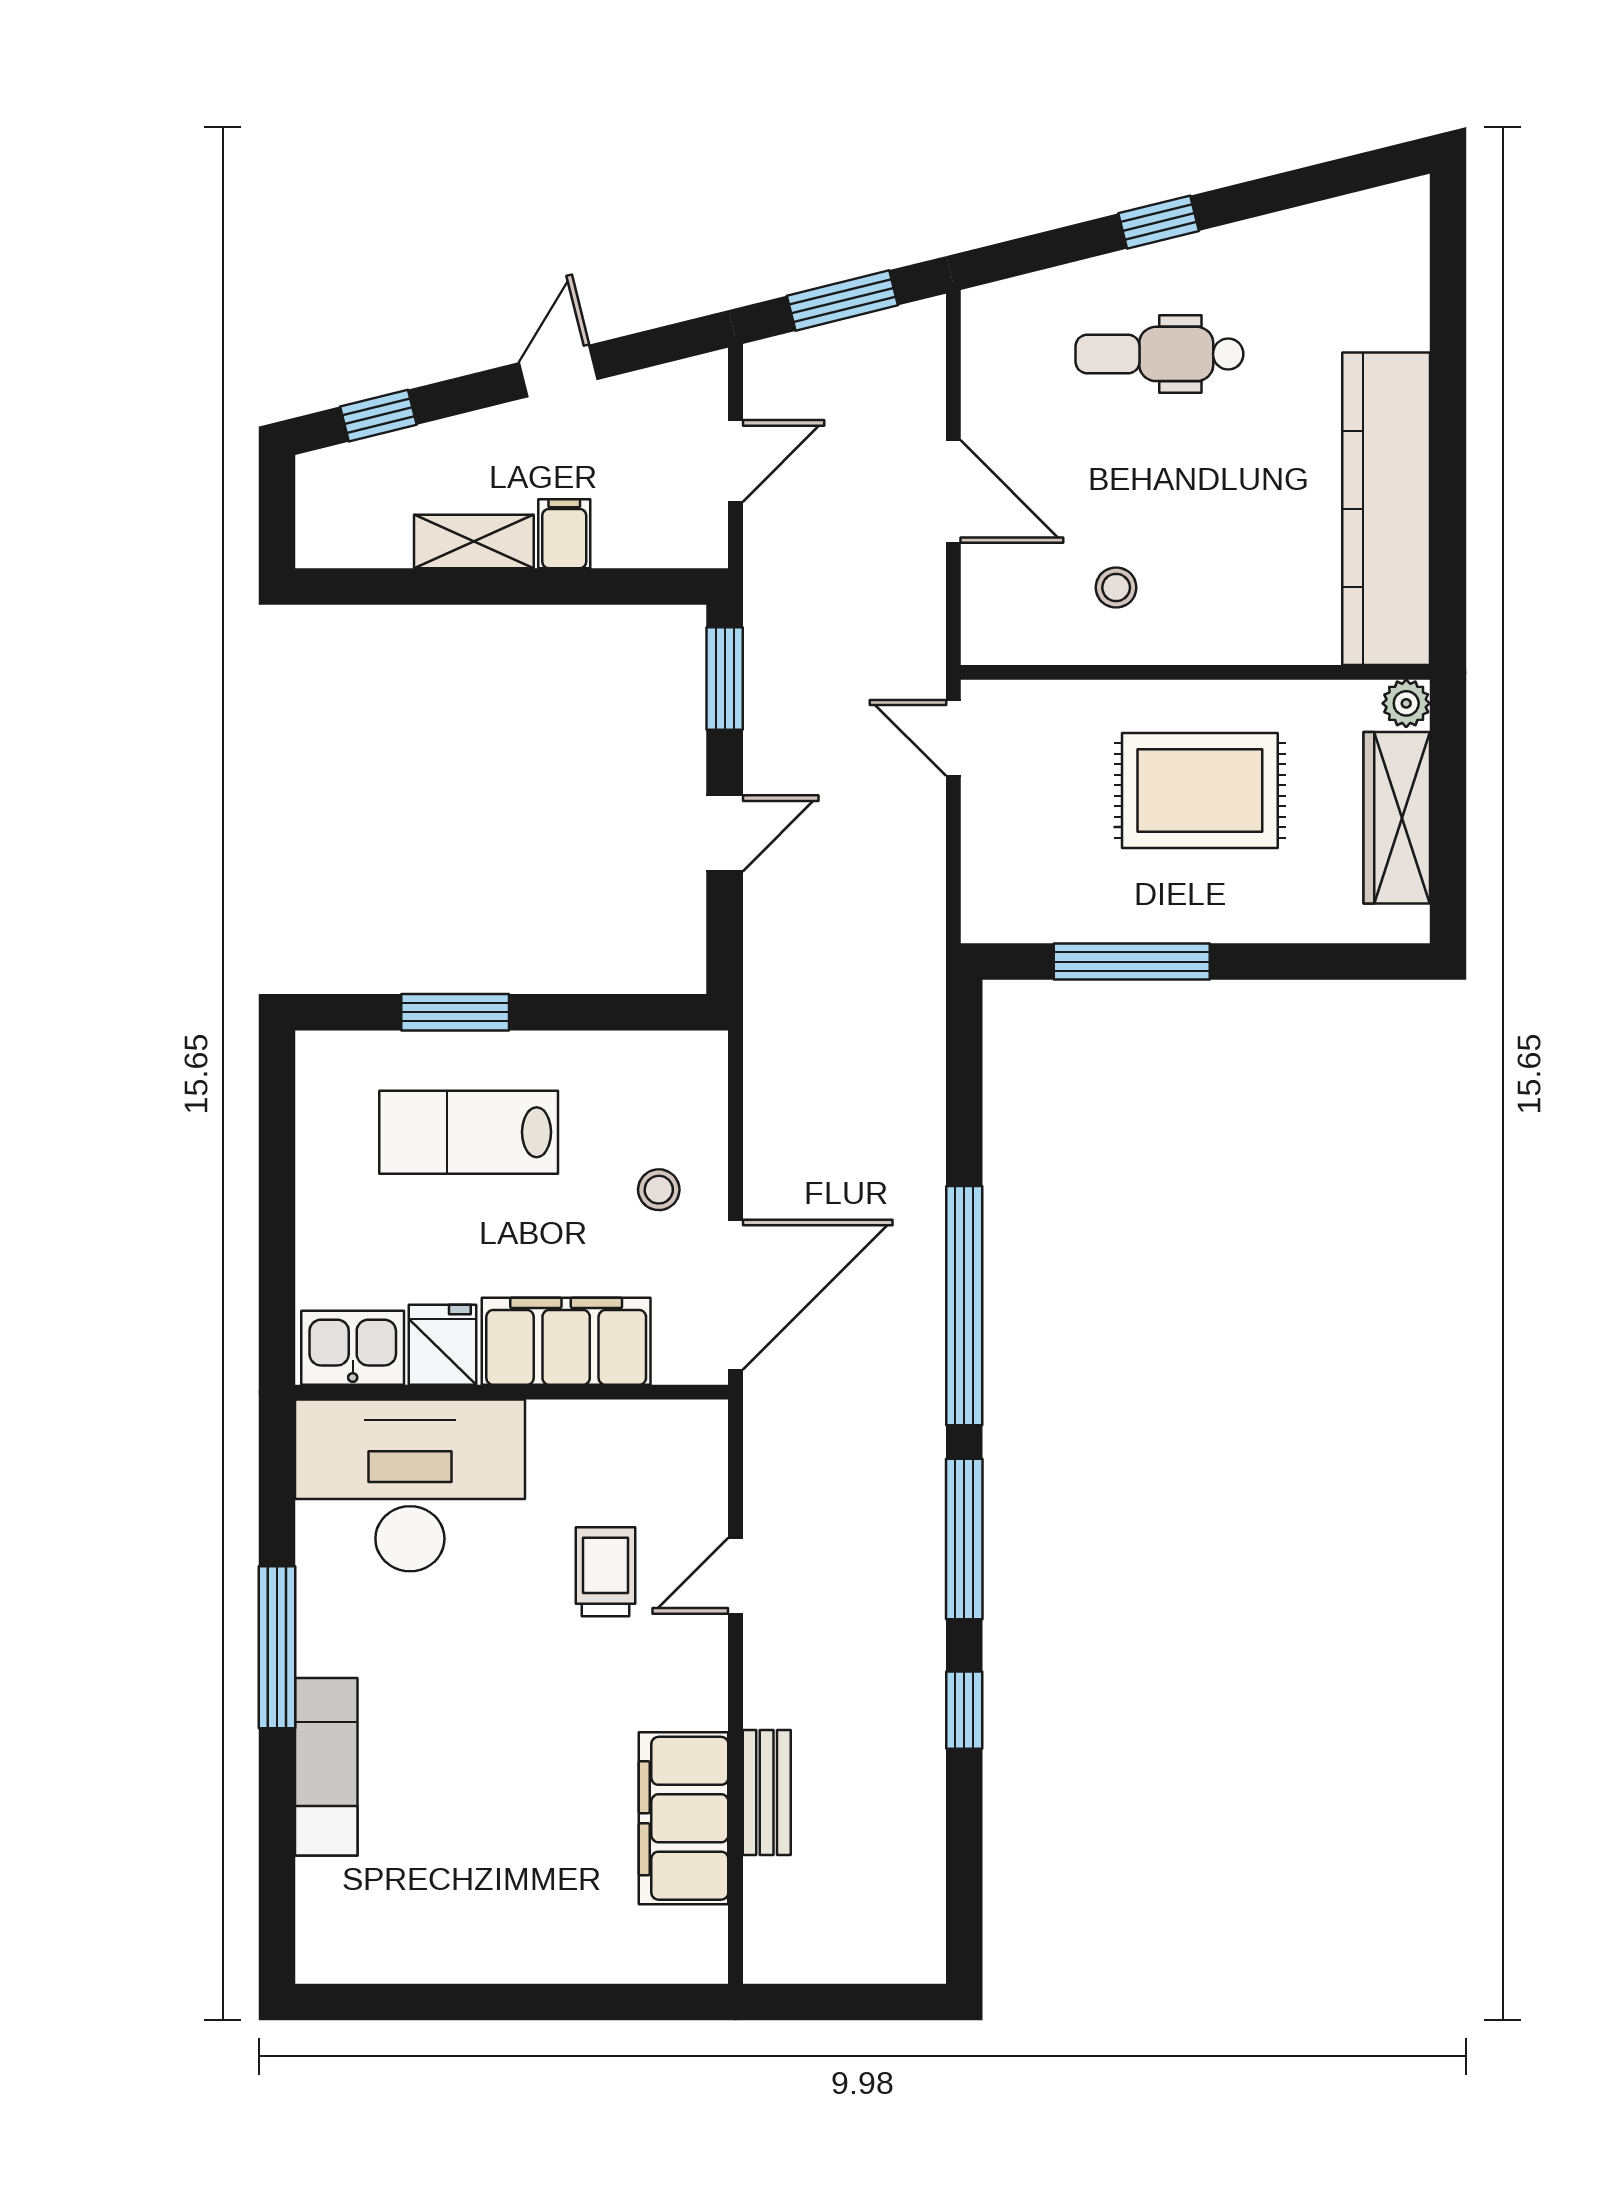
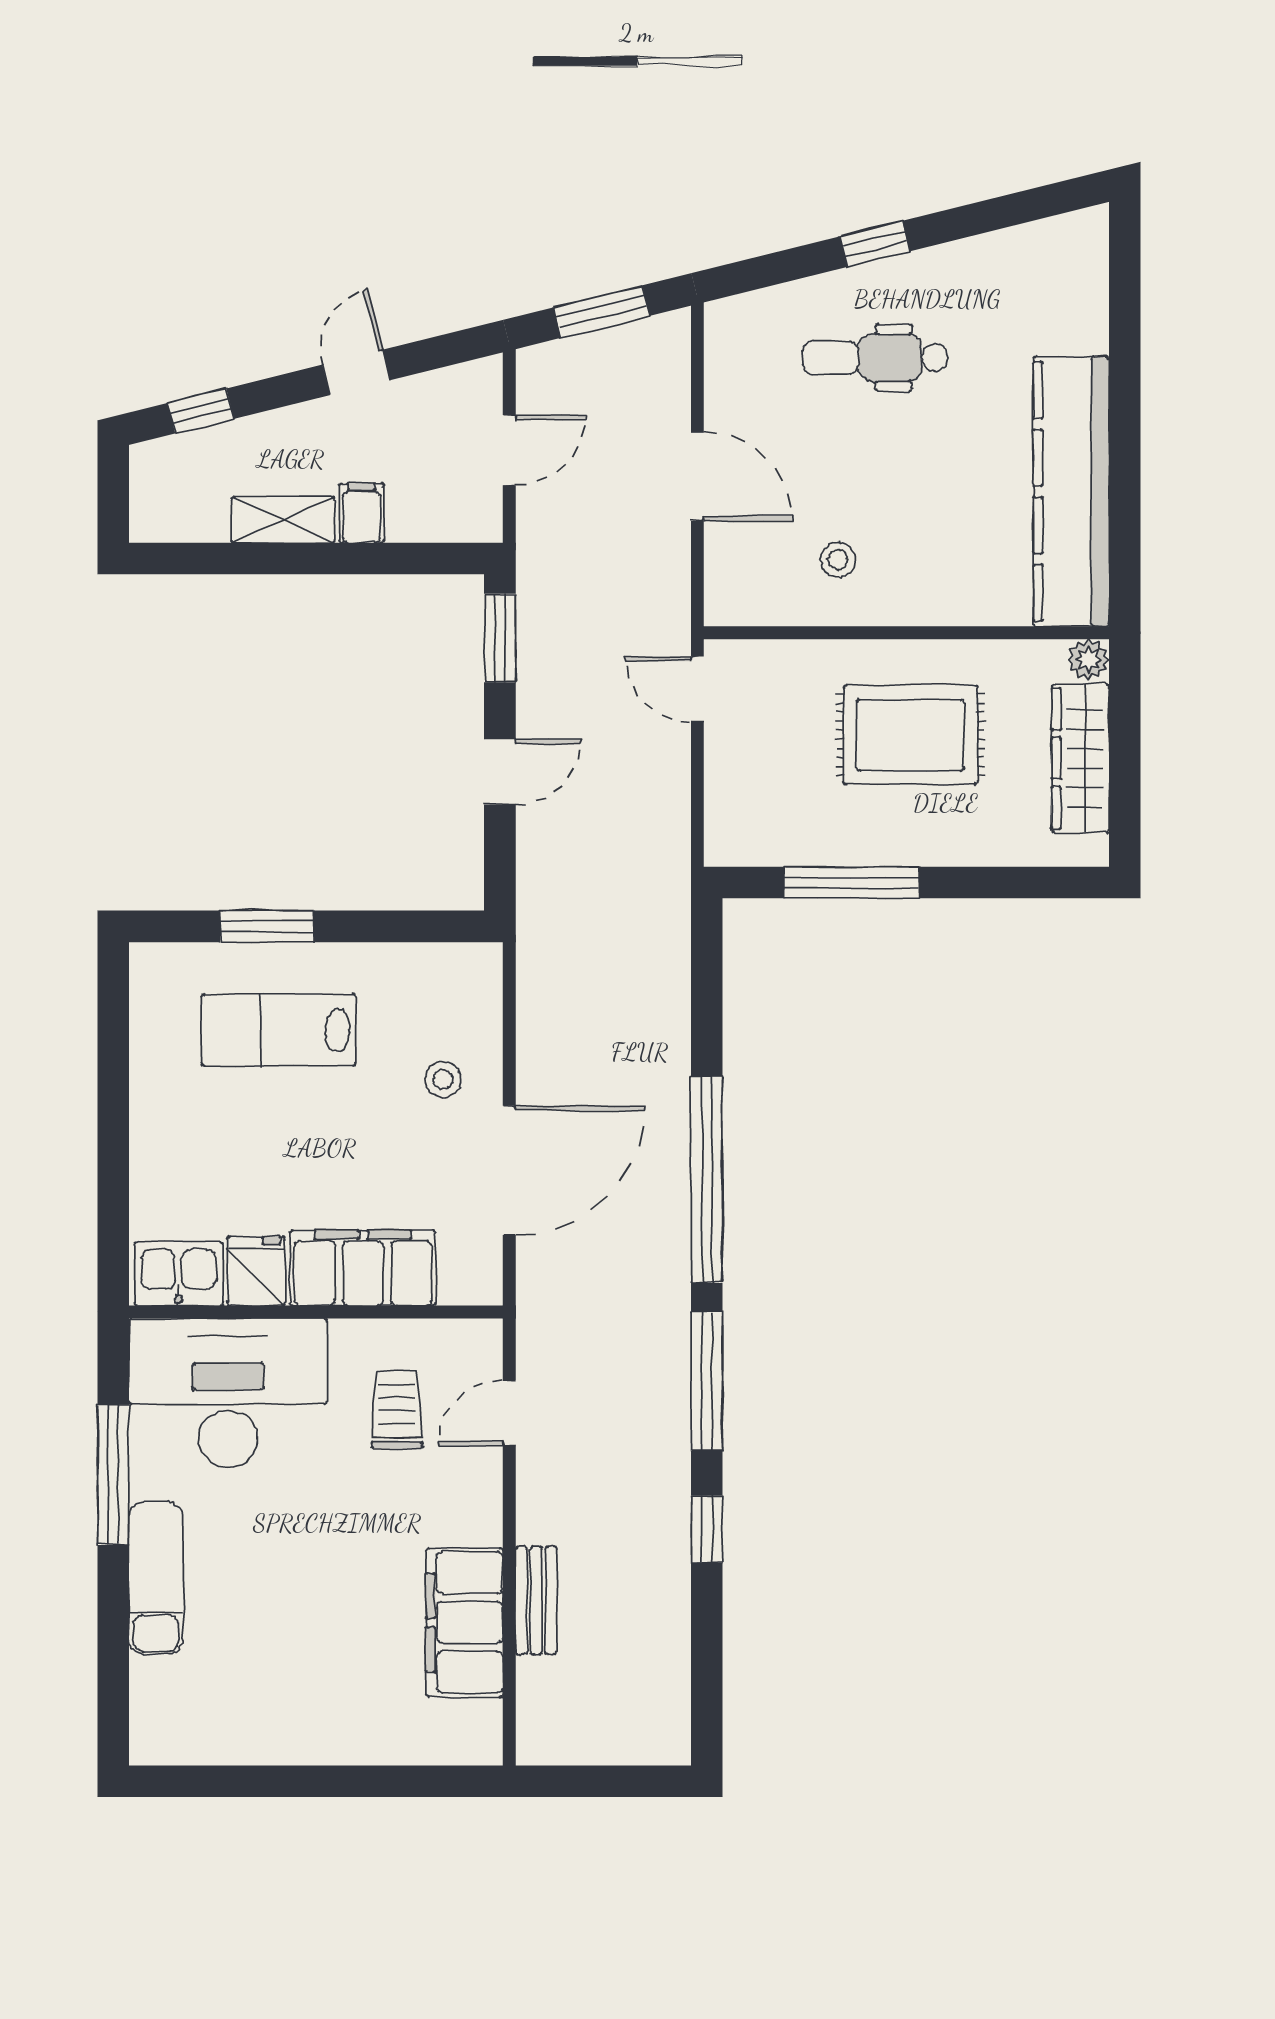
filing cabinet: (566, 1341) -> (363, 1268), moved
fridge: (442, 1345) -> (256, 1271), moved
kitchen sink: (353, 1348) -> (179, 1274), moved
wall: (512, 1392) -> (316, 1312), moved
desk: (410, 1485) -> (228, 1393), moved

